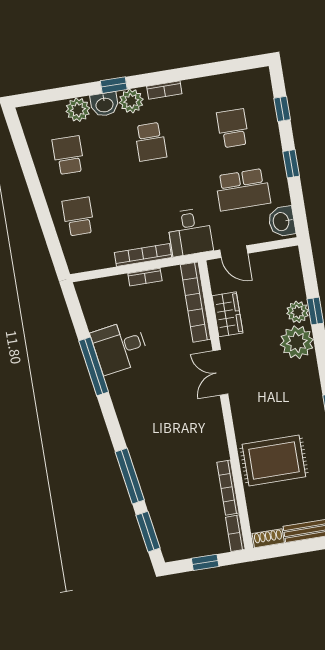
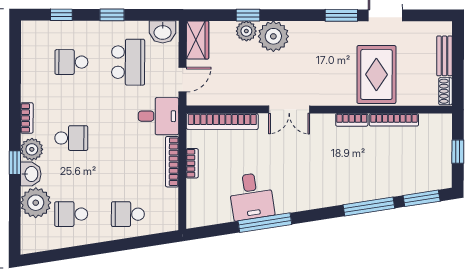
plant: (78, 110) -> (36, 203), width x1.36, depth x1.36
wardrobe: (228, 314) -> (198, 40), moved, turned 90
bookcase: (235, 533) -> (352, 120), moved

